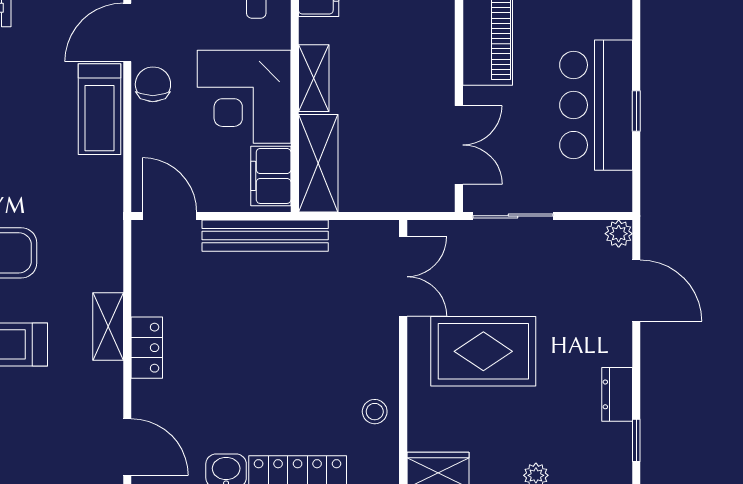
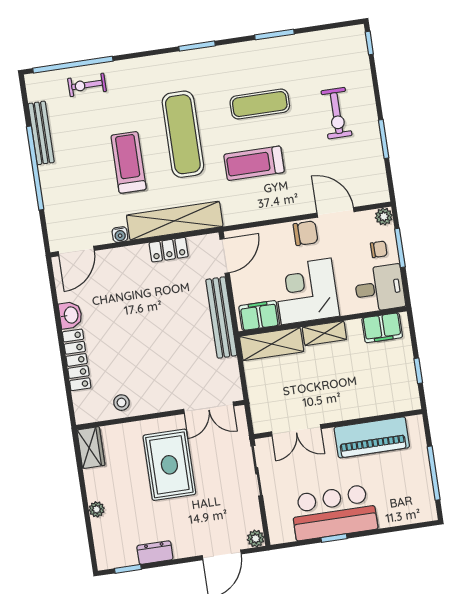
treadmill: (99, 109) -> (254, 163), moved
shelving: (108, 327) -> (175, 221), width x2.20, depth x1.33
locker: (147, 348) -> (169, 250), moved
water cooler: (112, 375) -> (120, 235), added

